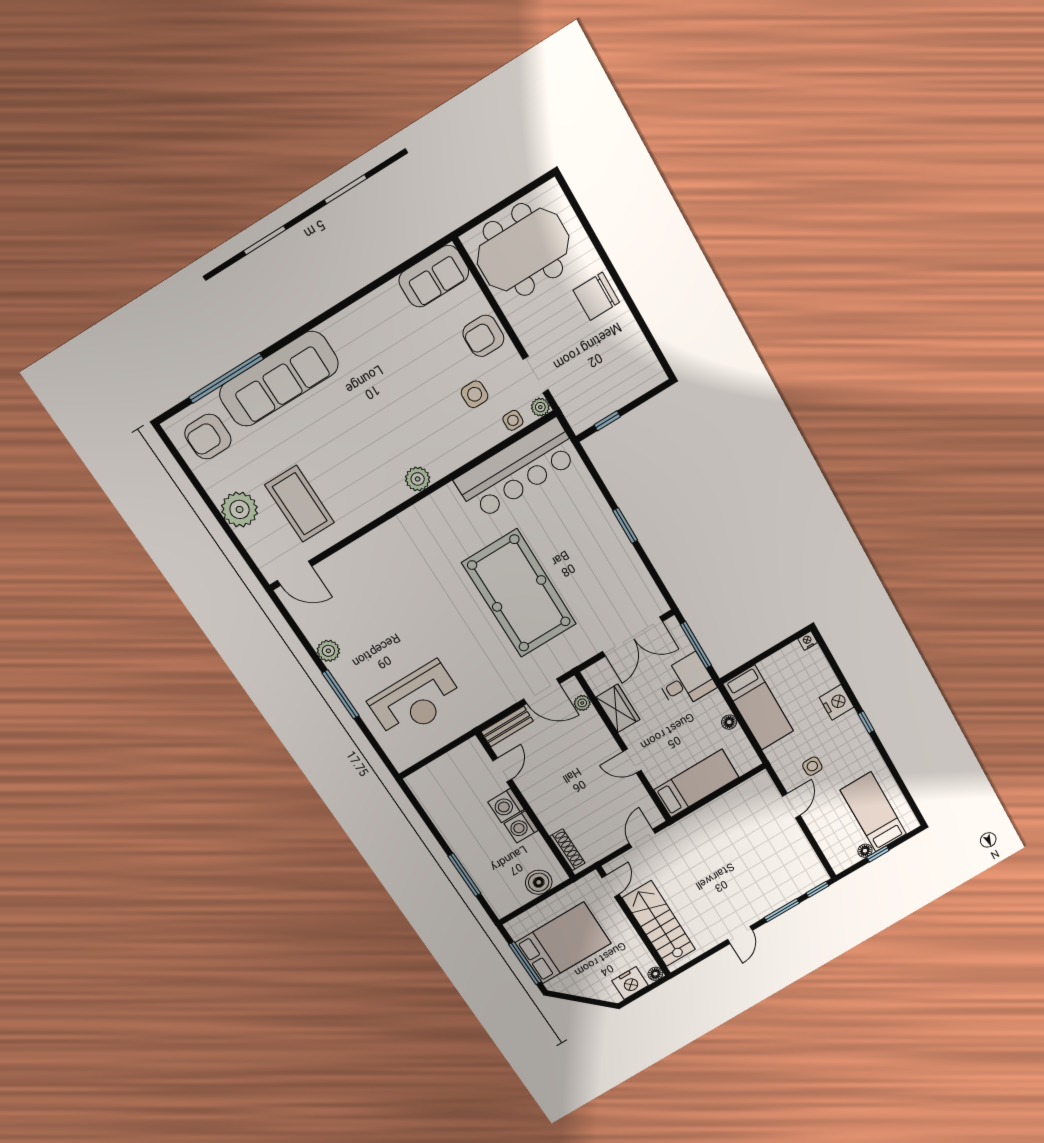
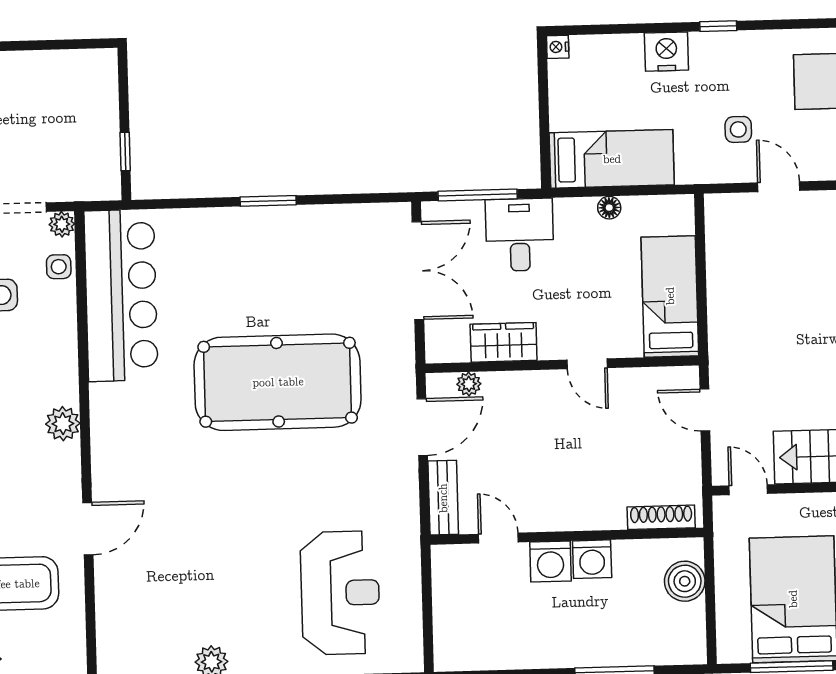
door: (294, 573) -> (88, 529), moved
door: (632, 761) -> (587, 364), hinge flipped

